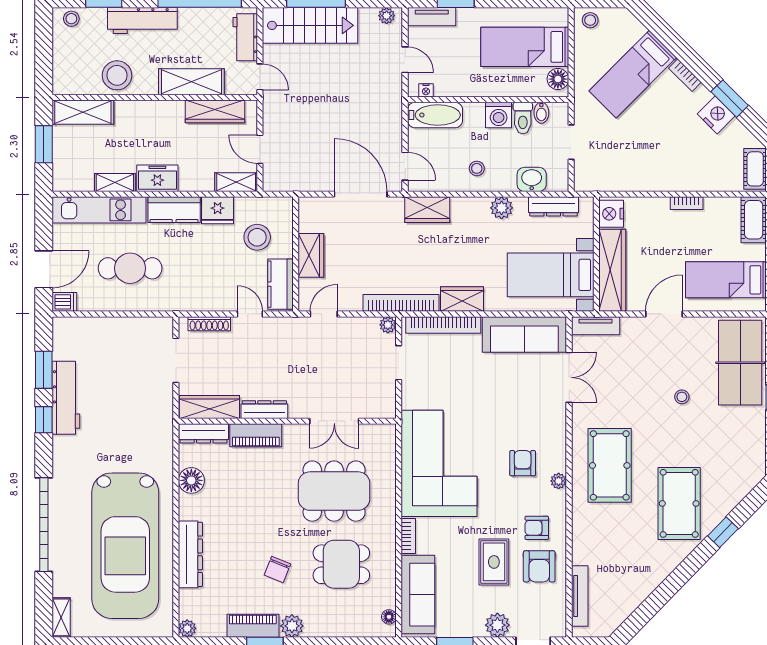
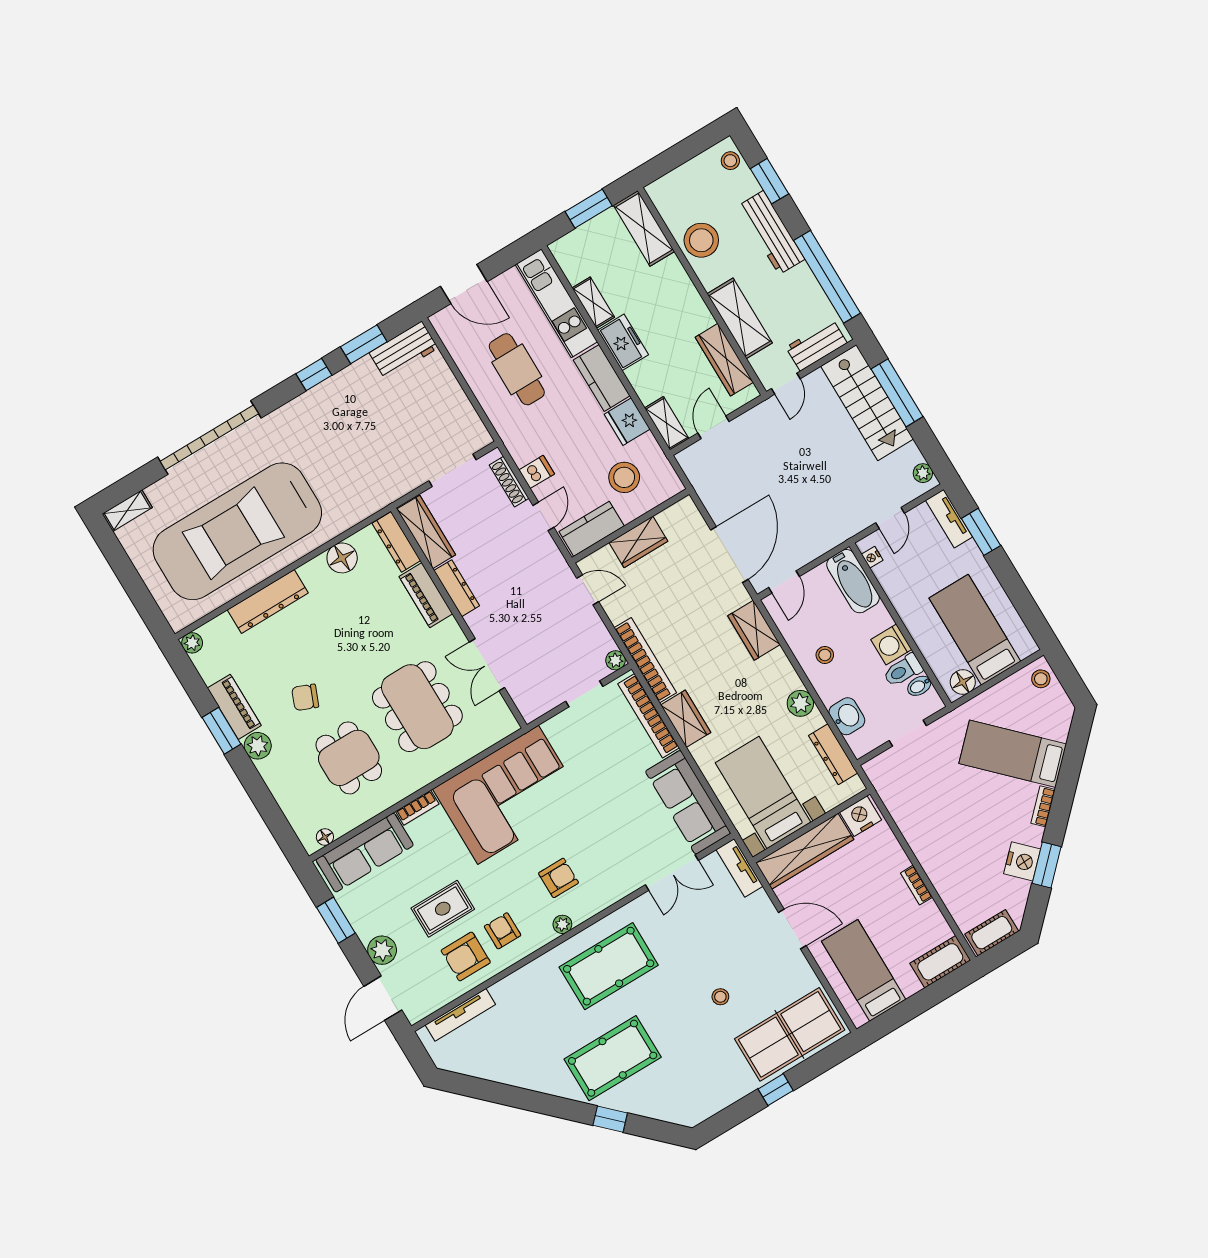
dishwasher: (64, 302) -> (537, 472), moved, turned -90
workbench: (66, 398) -> (404, 350), moved, width x0.73

